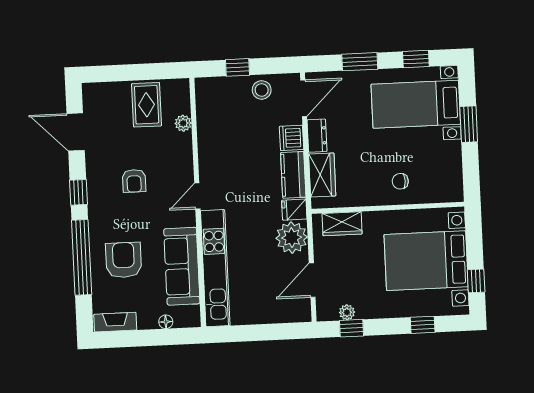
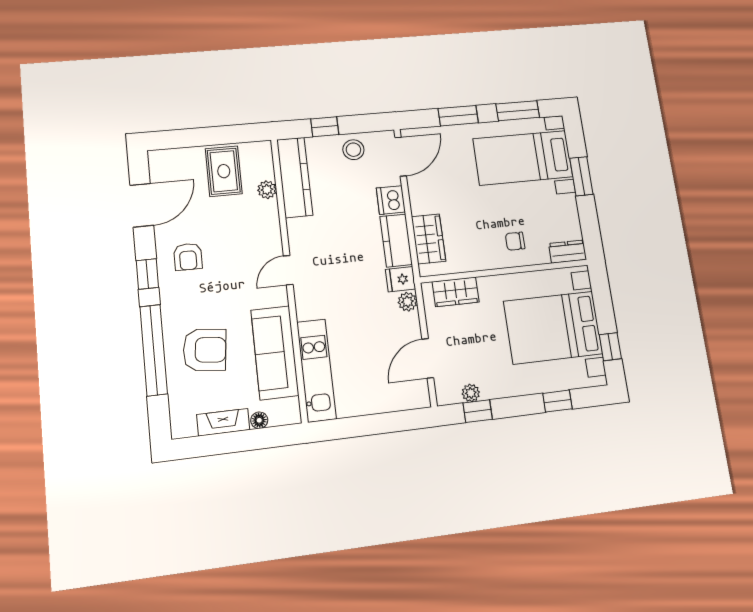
window: (416, 59) -> (518, 111), width x1.50
kitchen counter: (208, 113) -> (295, 177), added
door: (76, 132) -> (142, 205), swing flipped
dresser: (317, 136) -> (568, 252), moved, turned -90
armchair: (134, 181) -> (188, 257), moved
plant: (292, 238) -> (408, 302), width x0.53, depth x0.53
armchair: (124, 260) -> (205, 350), turned 96
kitchen unit: (215, 268) -> (316, 370), width x0.73
fireplace: (115, 322) -> (223, 422), moved

